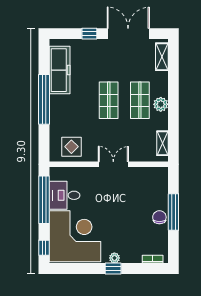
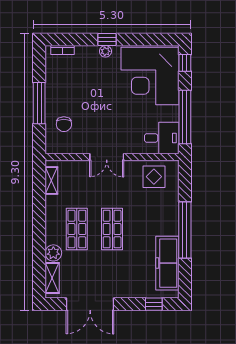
window: (89, 34) -> (154, 304), moved
plant: (161, 104) -> (53, 253), moved
desk: (65, 195) -> (162, 138), moved
chair: (159, 217) -> (64, 124), moved

